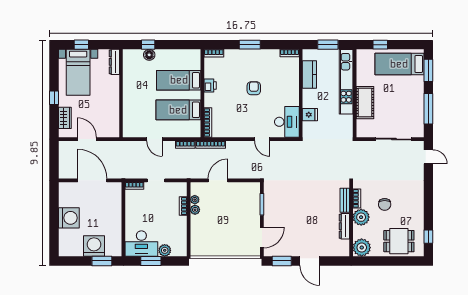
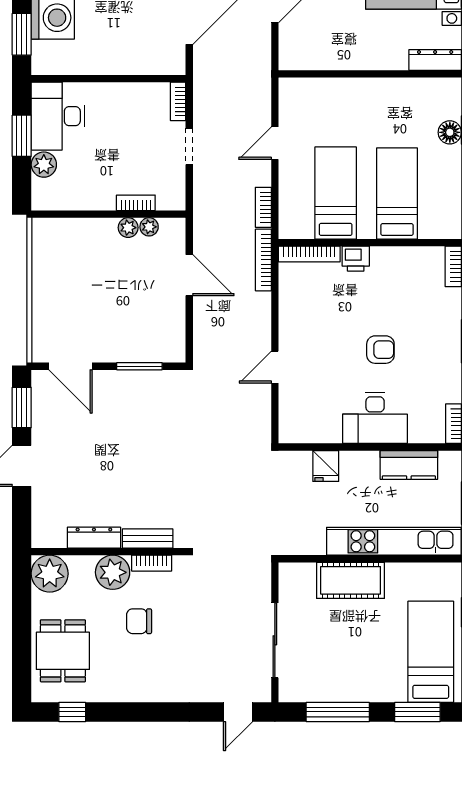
printer: (210, 86) -> (356, 259), moved
desk: (287, 122) -> (375, 418), moved

